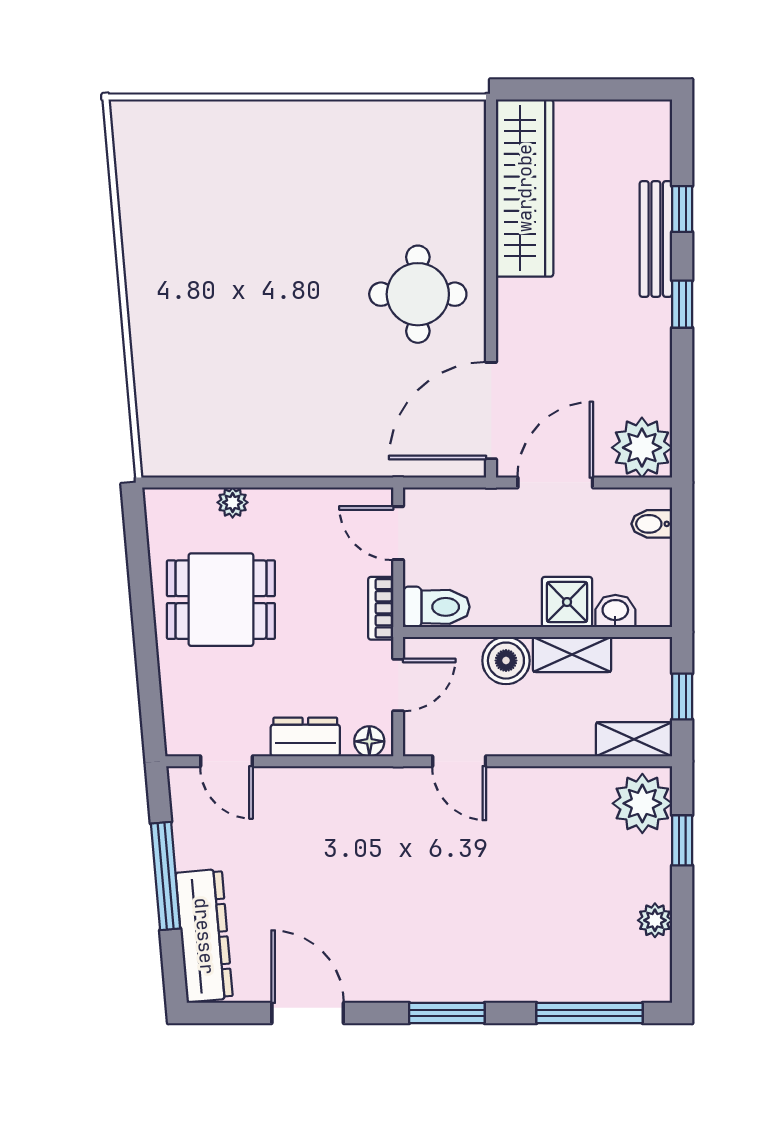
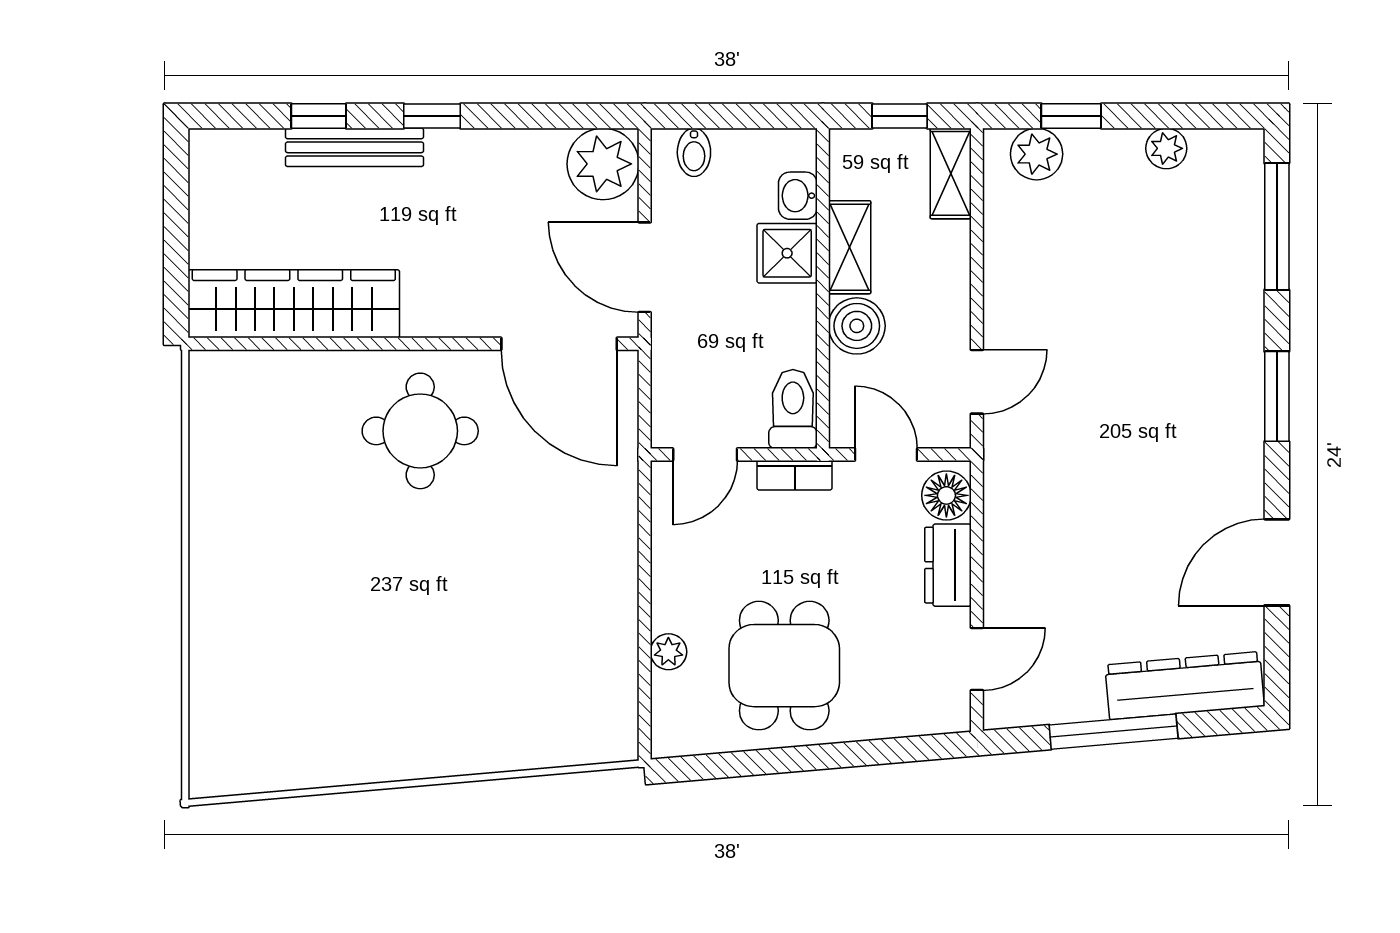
floor lamp: (369, 741) -> (946, 495), width x1.37, depth x1.37
plant: (642, 803) -> (1037, 154), width x0.73, depth x0.73

